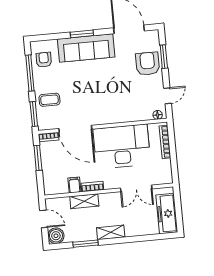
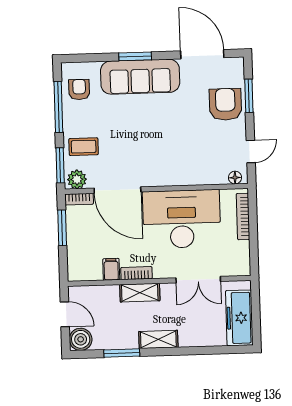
plant: (46, 123) -> (77, 179), added
shelving: (84, 201) -> (140, 293), moved

